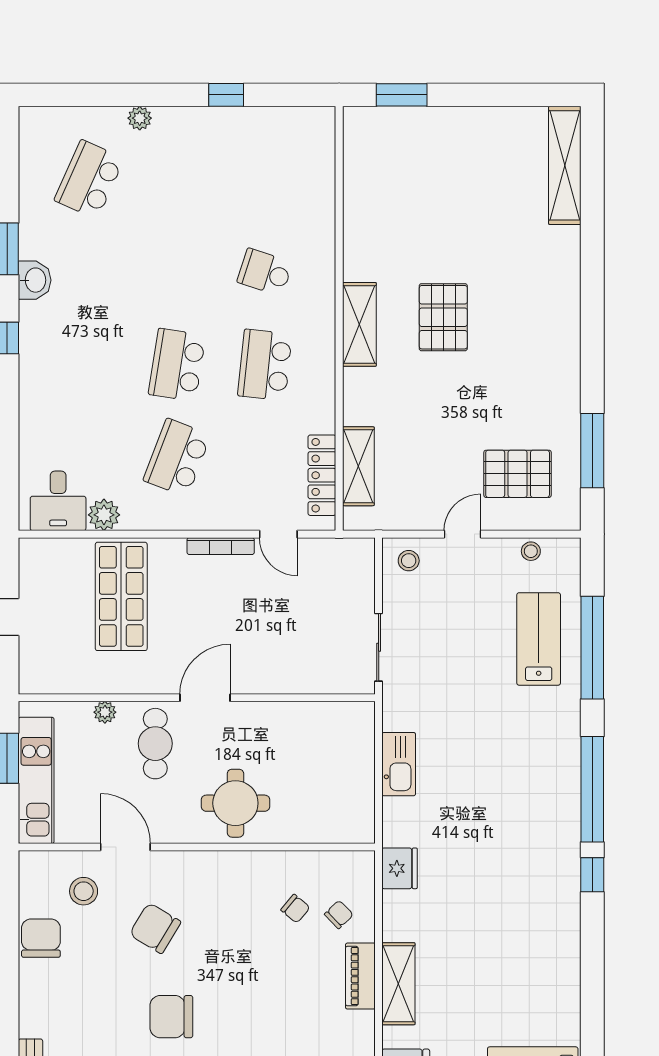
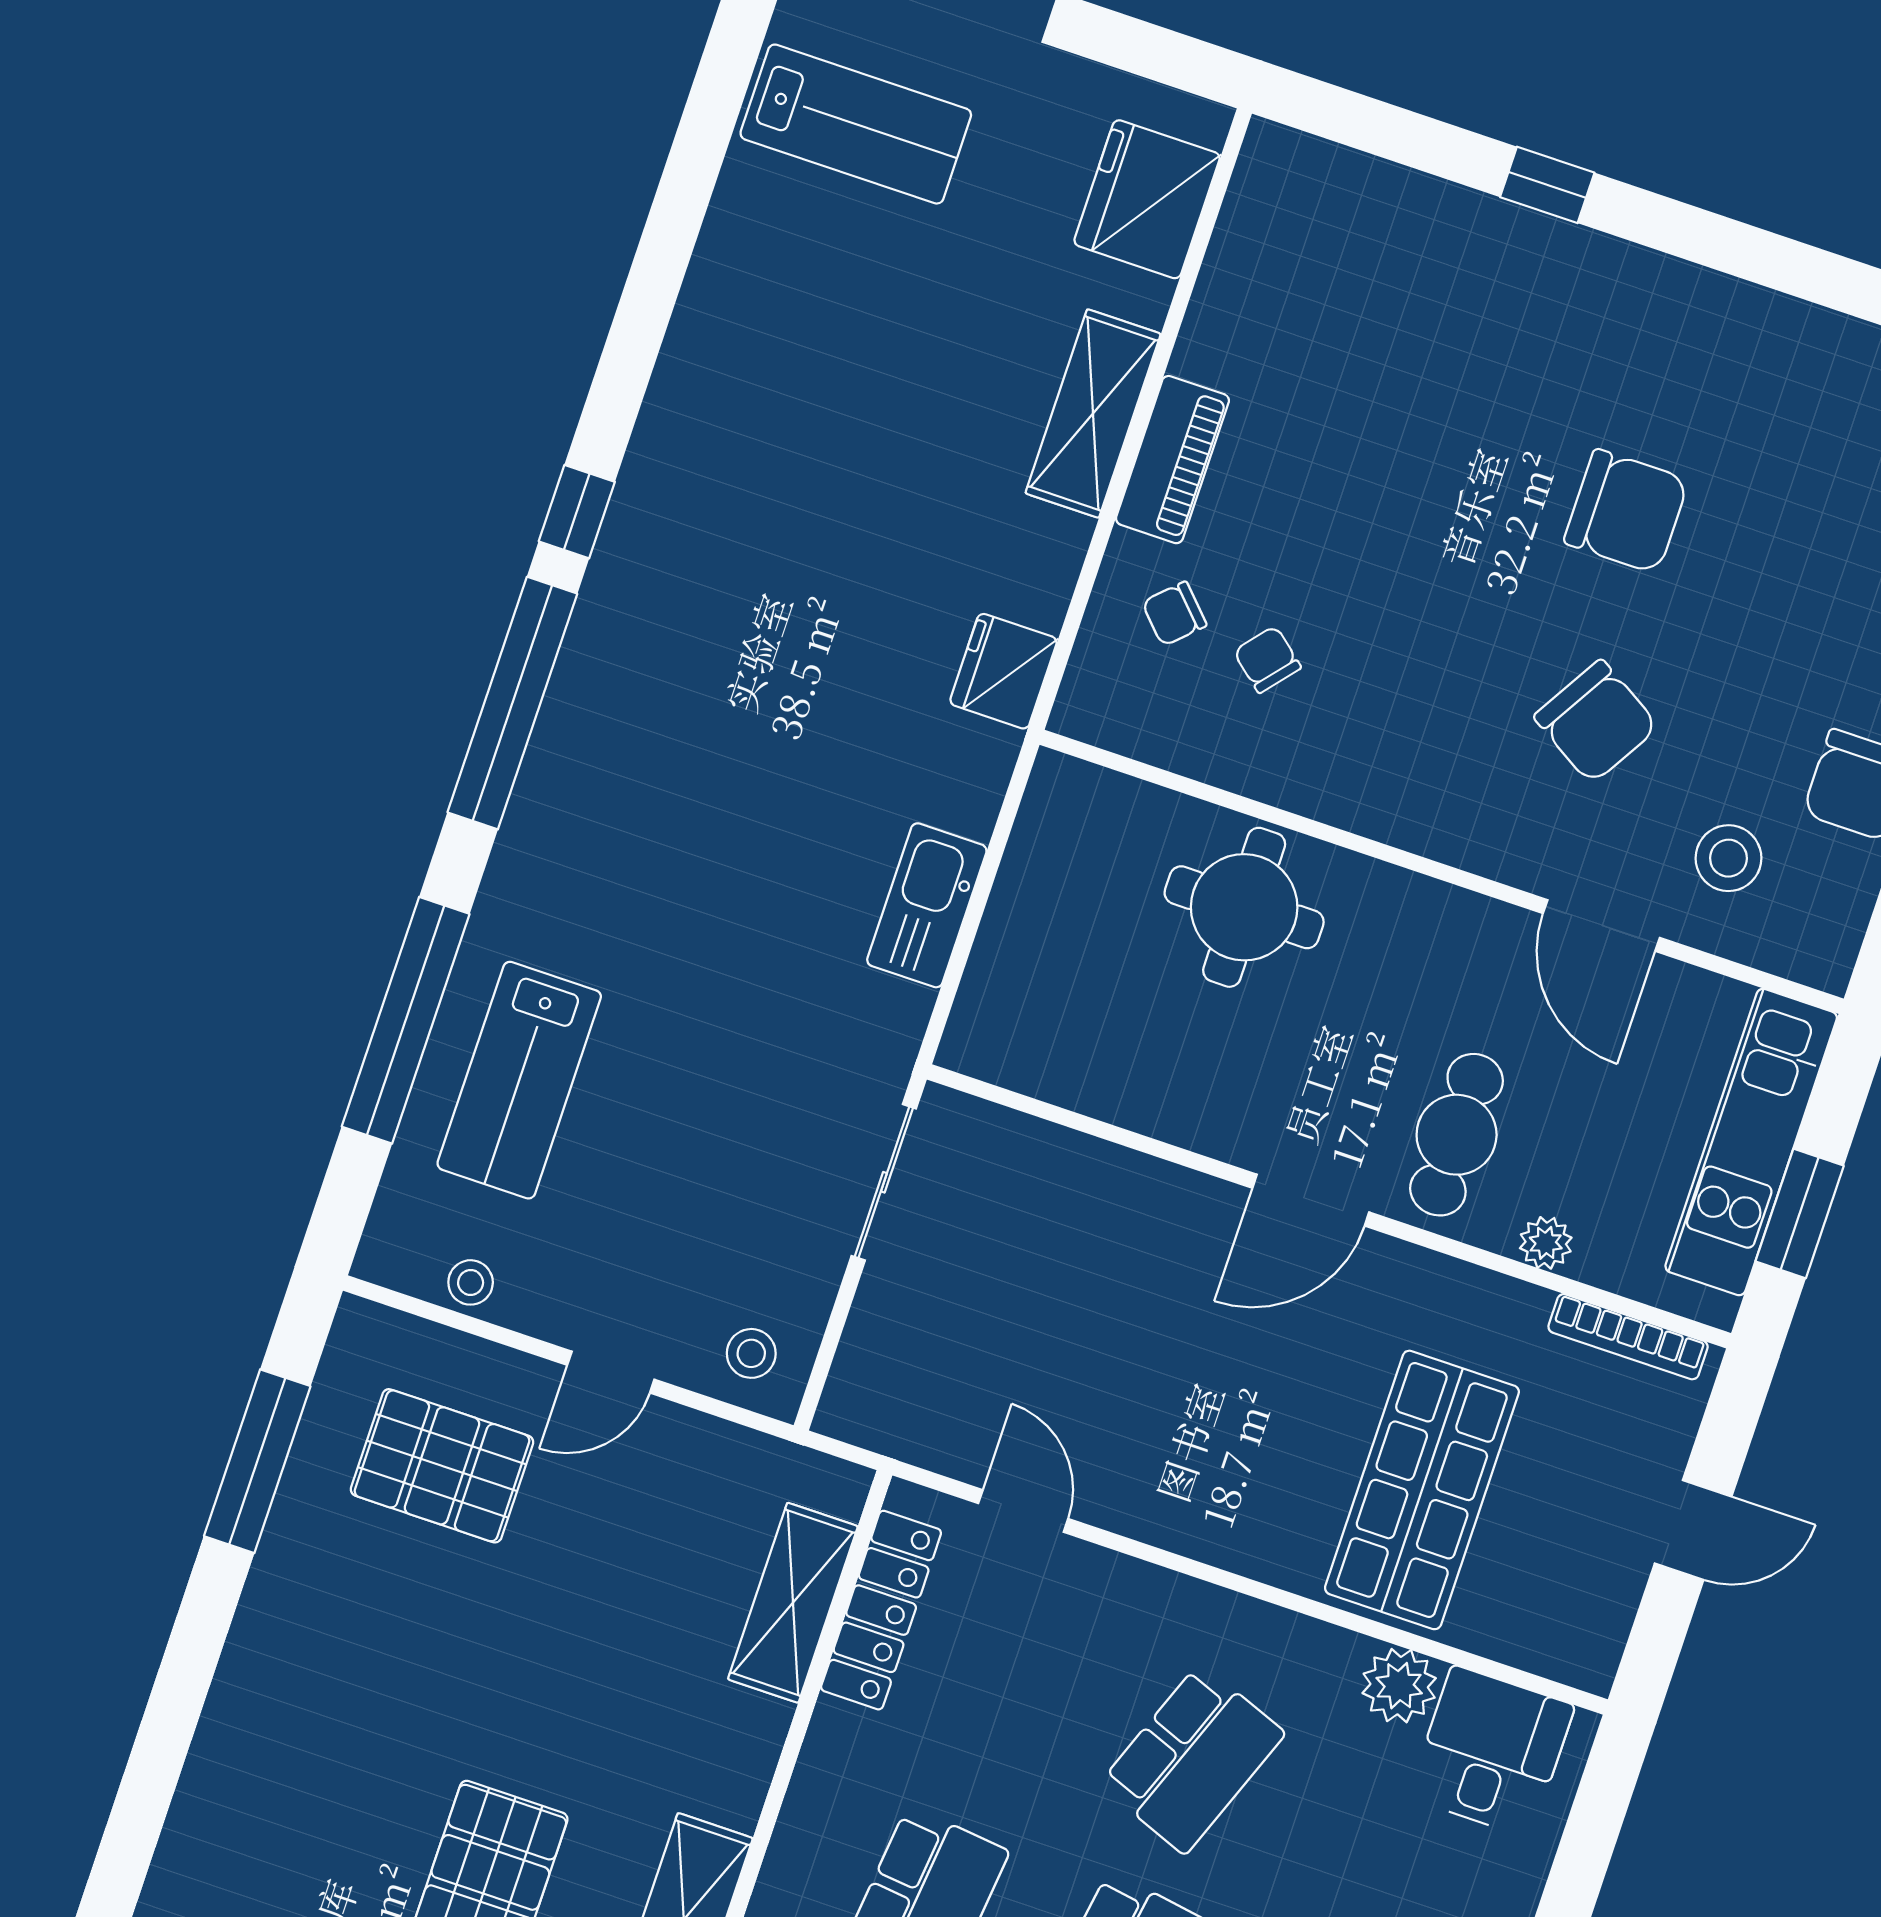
bookcase: (221, 546) -> (1628, 1337), moved, turned 180
round table: (235, 803) -> (1244, 907), moved

